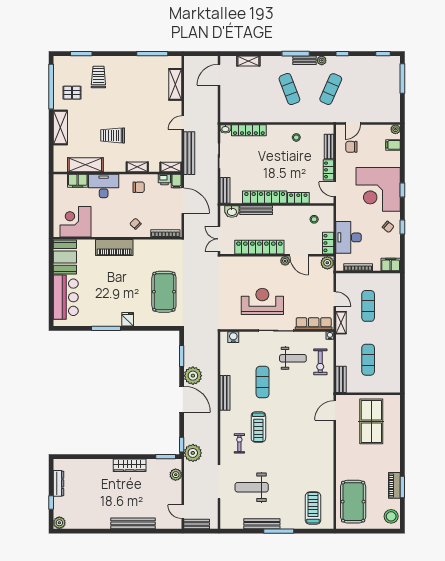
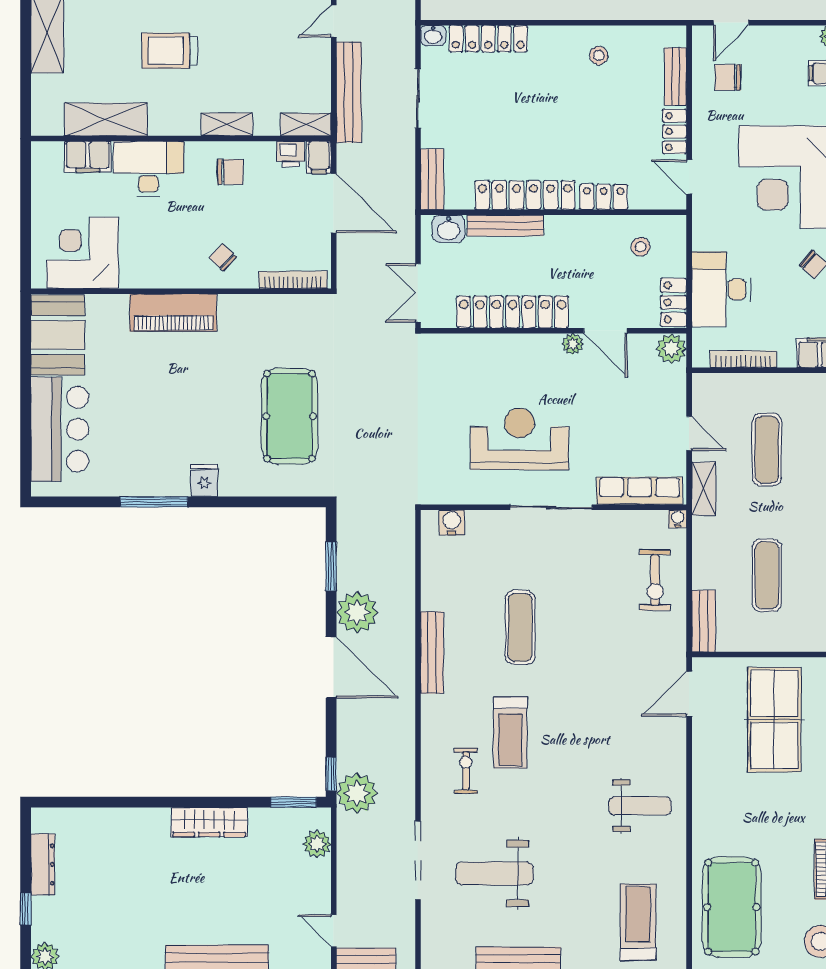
weight bench: (293, 358) -> (640, 806), moved

